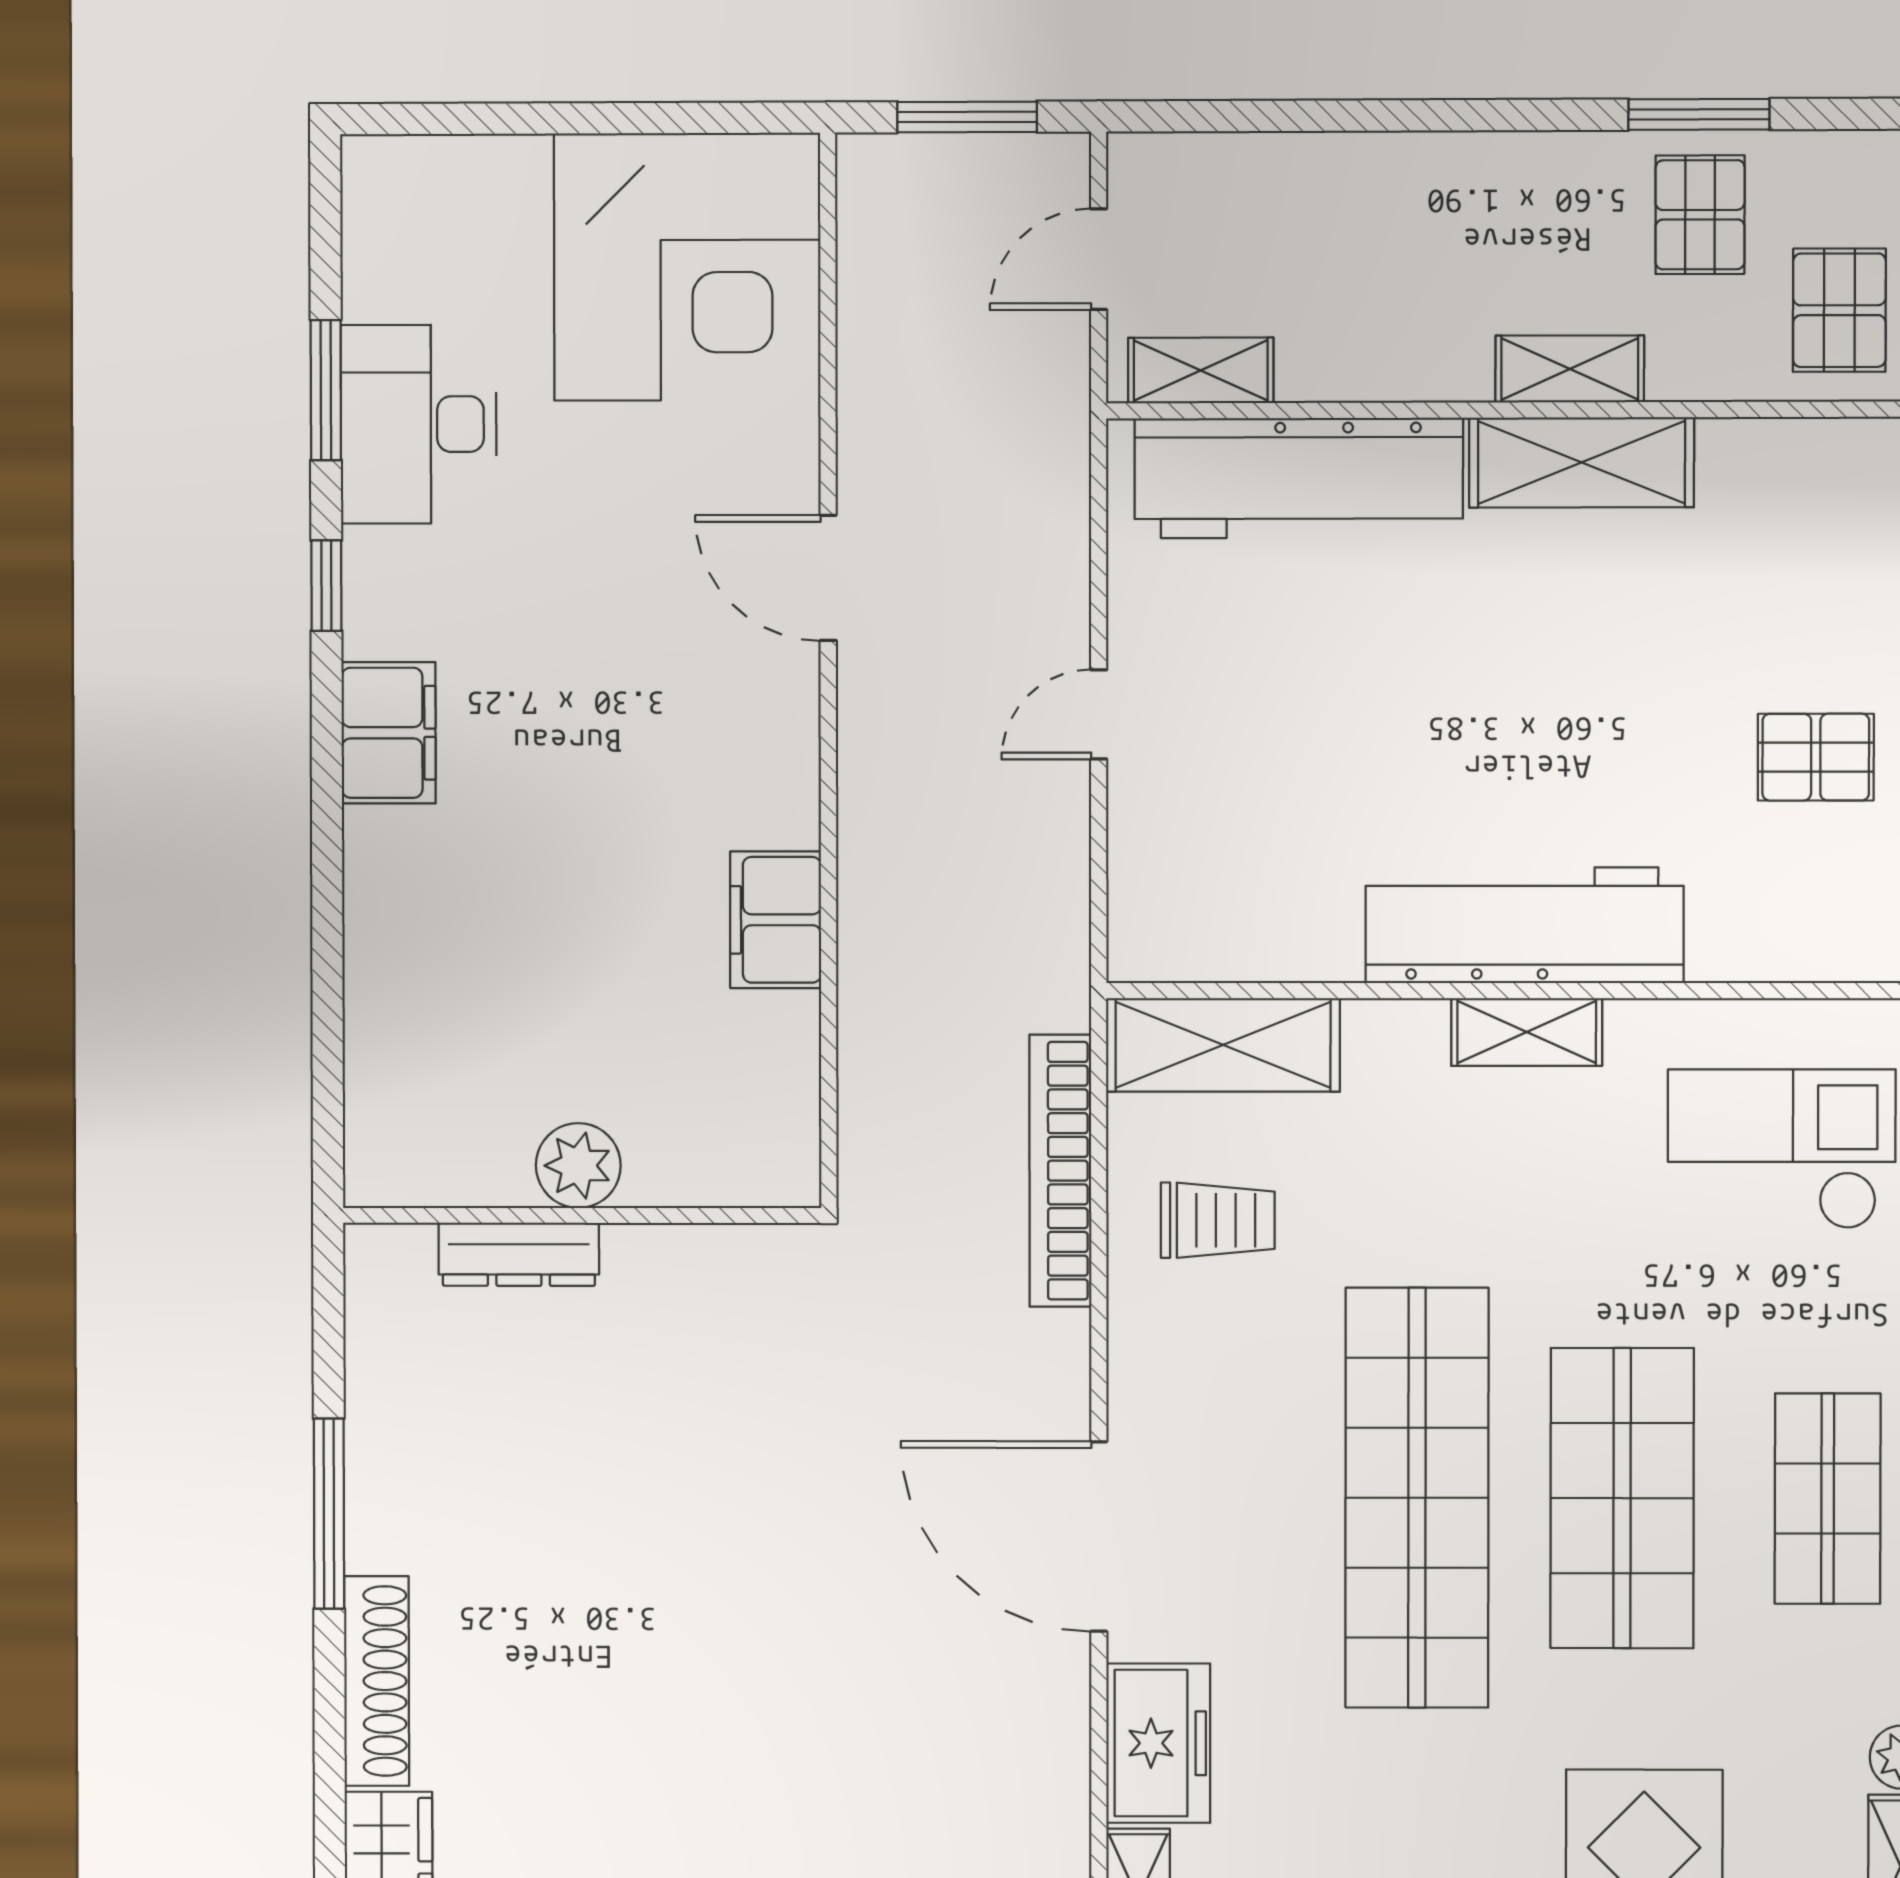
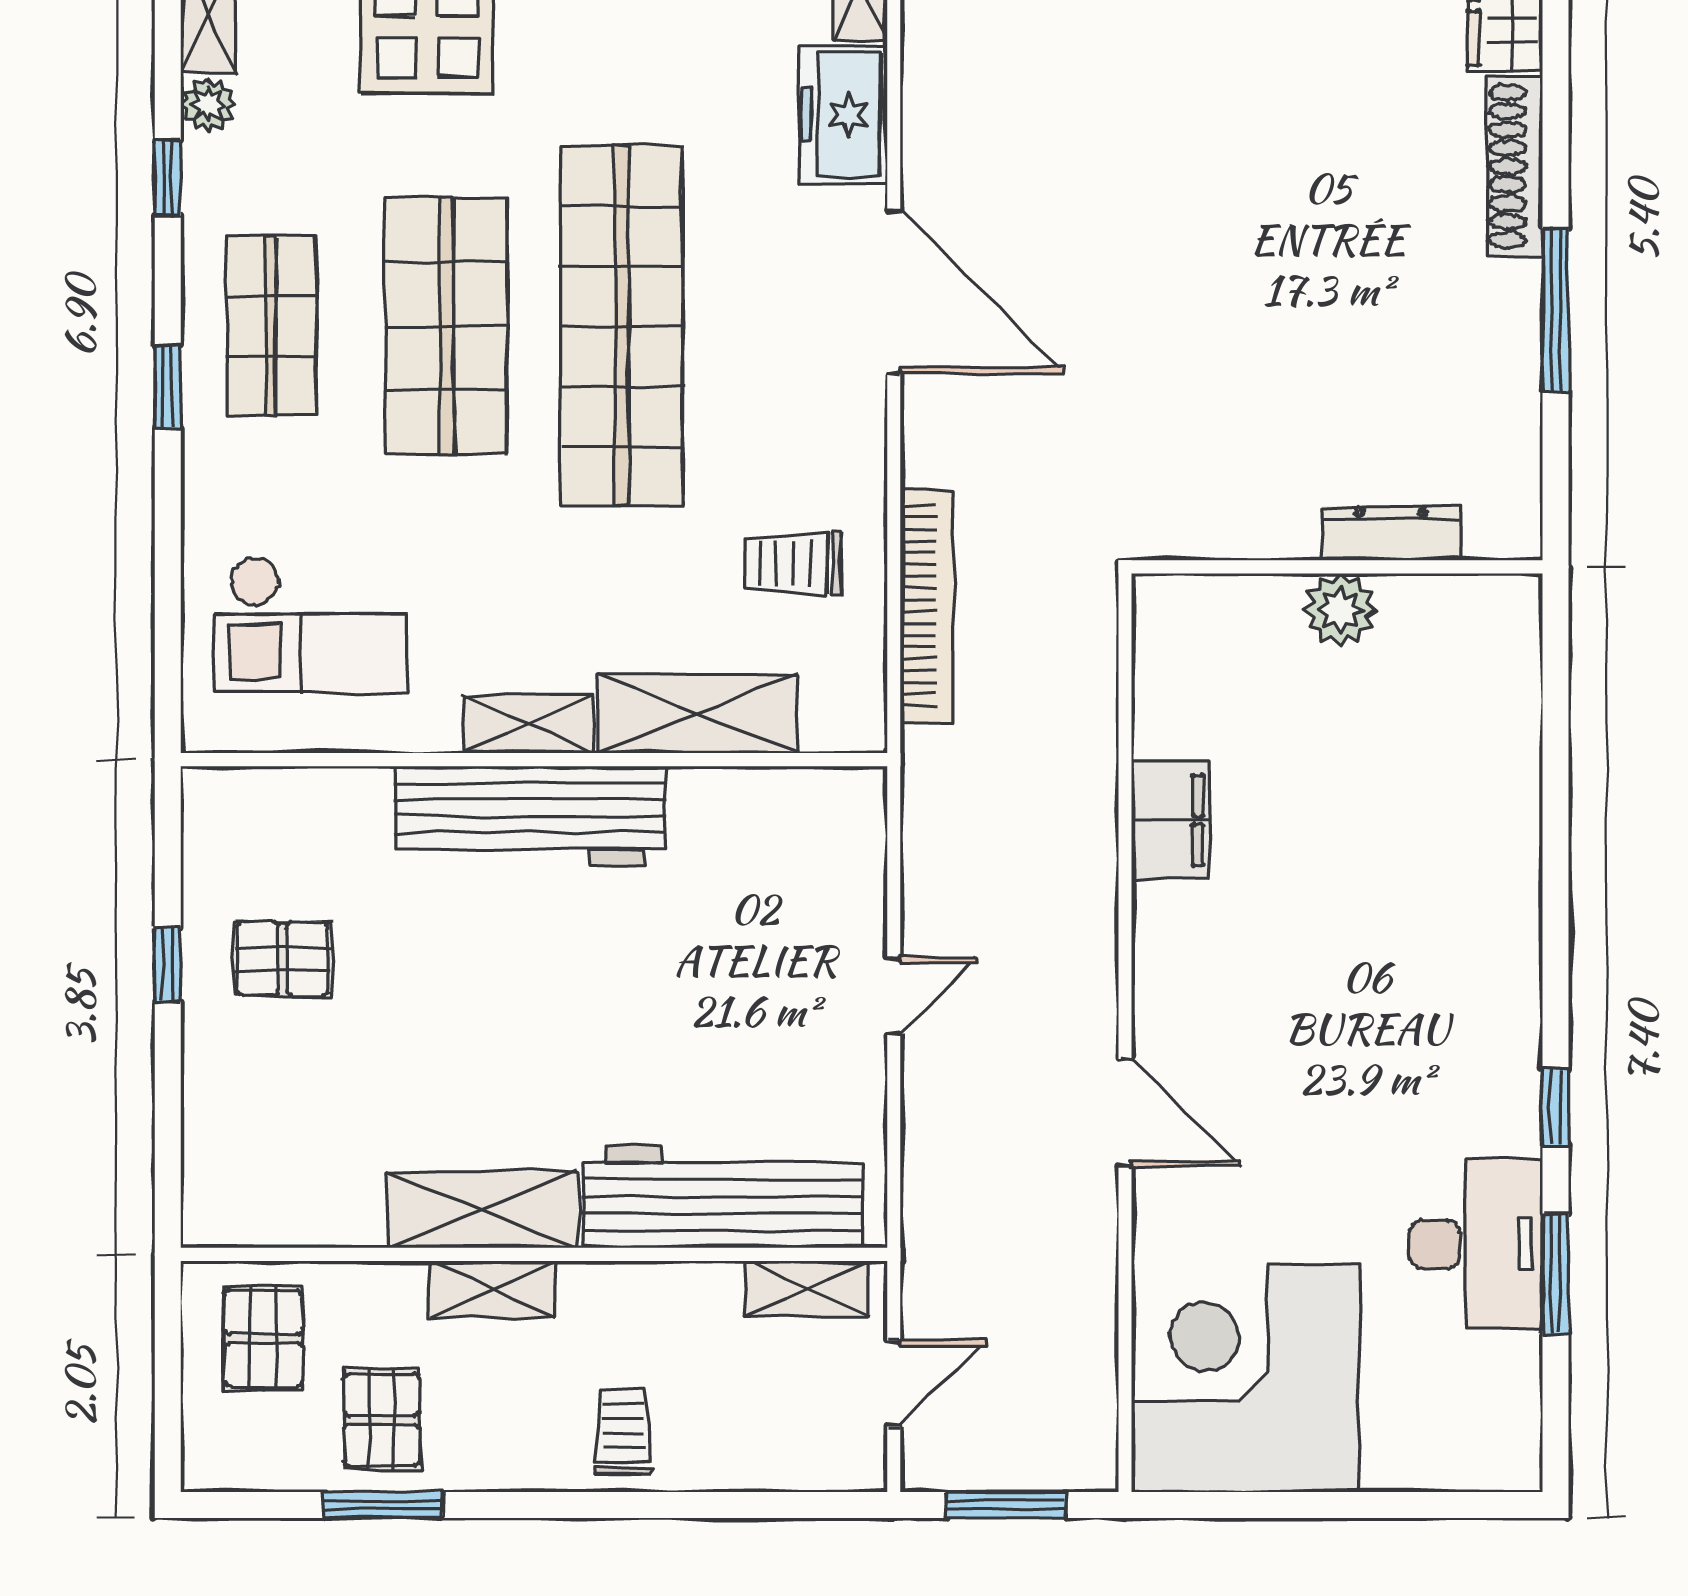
trolley: (1416, 202) -> (623, 1431), added
filing cabinet: (389, 733) -> (1502, 981), removed
shelving: (1223, 1045) -> (697, 713), moved

